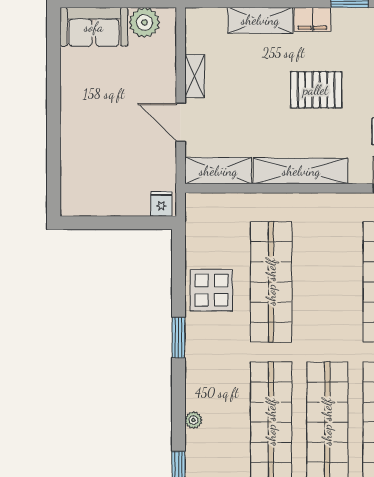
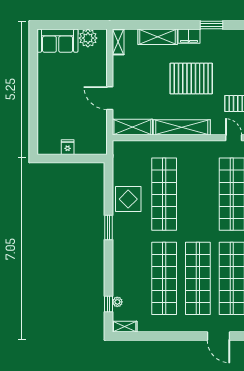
shelving: (195, 76) -> (118, 42), moved
pallet: (316, 90) -> (191, 79), width x1.37, depth x1.41
fridge: (161, 204) -> (68, 147), moved
plant: (193, 420) -> (117, 302), moved

